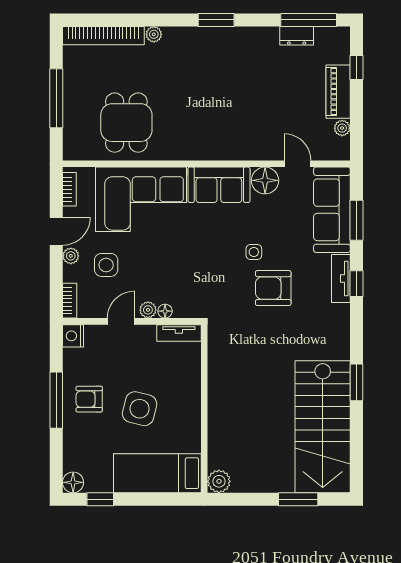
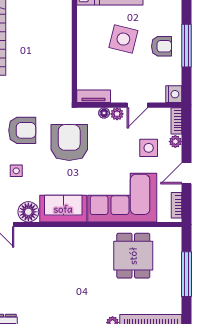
side table: (254, 252) -> (16, 171), moved
plant: (71, 256) -> (175, 142), moved
armchair: (211, 272) -> (69, 143), added

